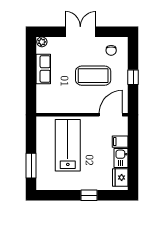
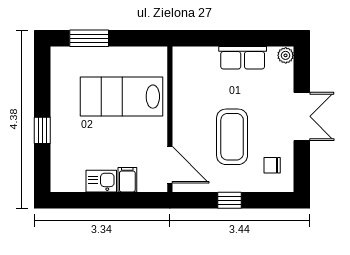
lab bench: (68, 145) -> (122, 97), turned 180
fridge: (120, 177) -> (70, 180), removed

